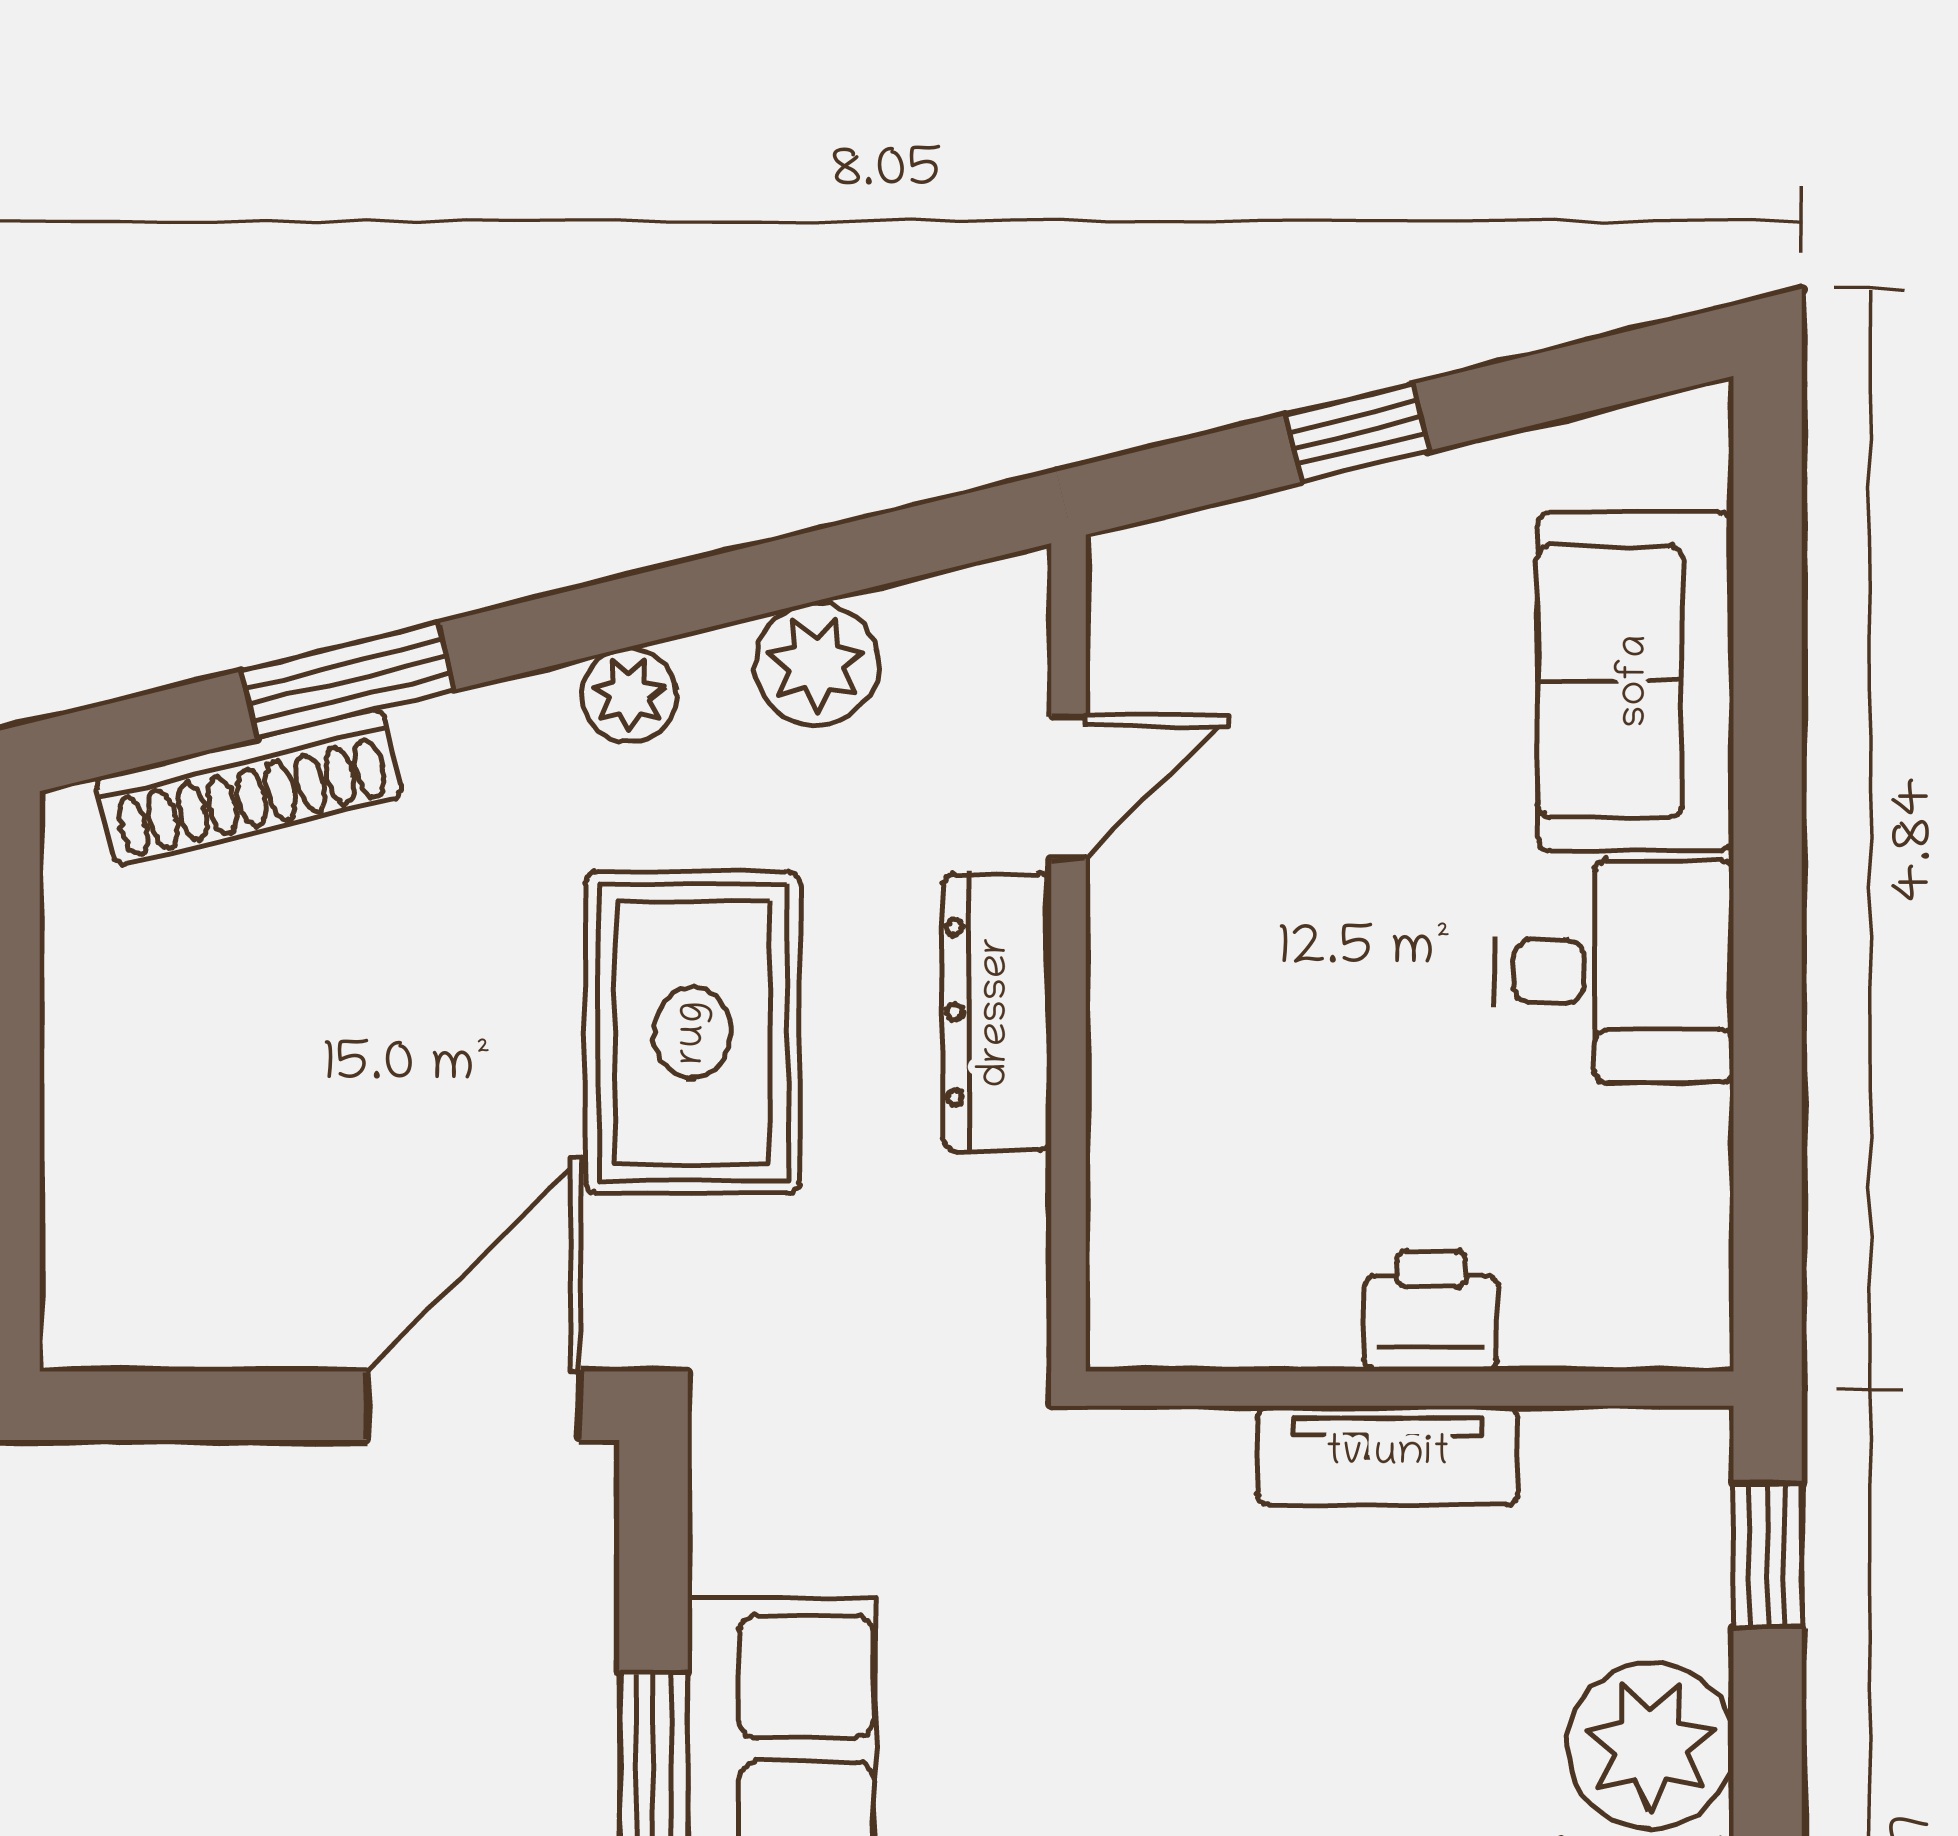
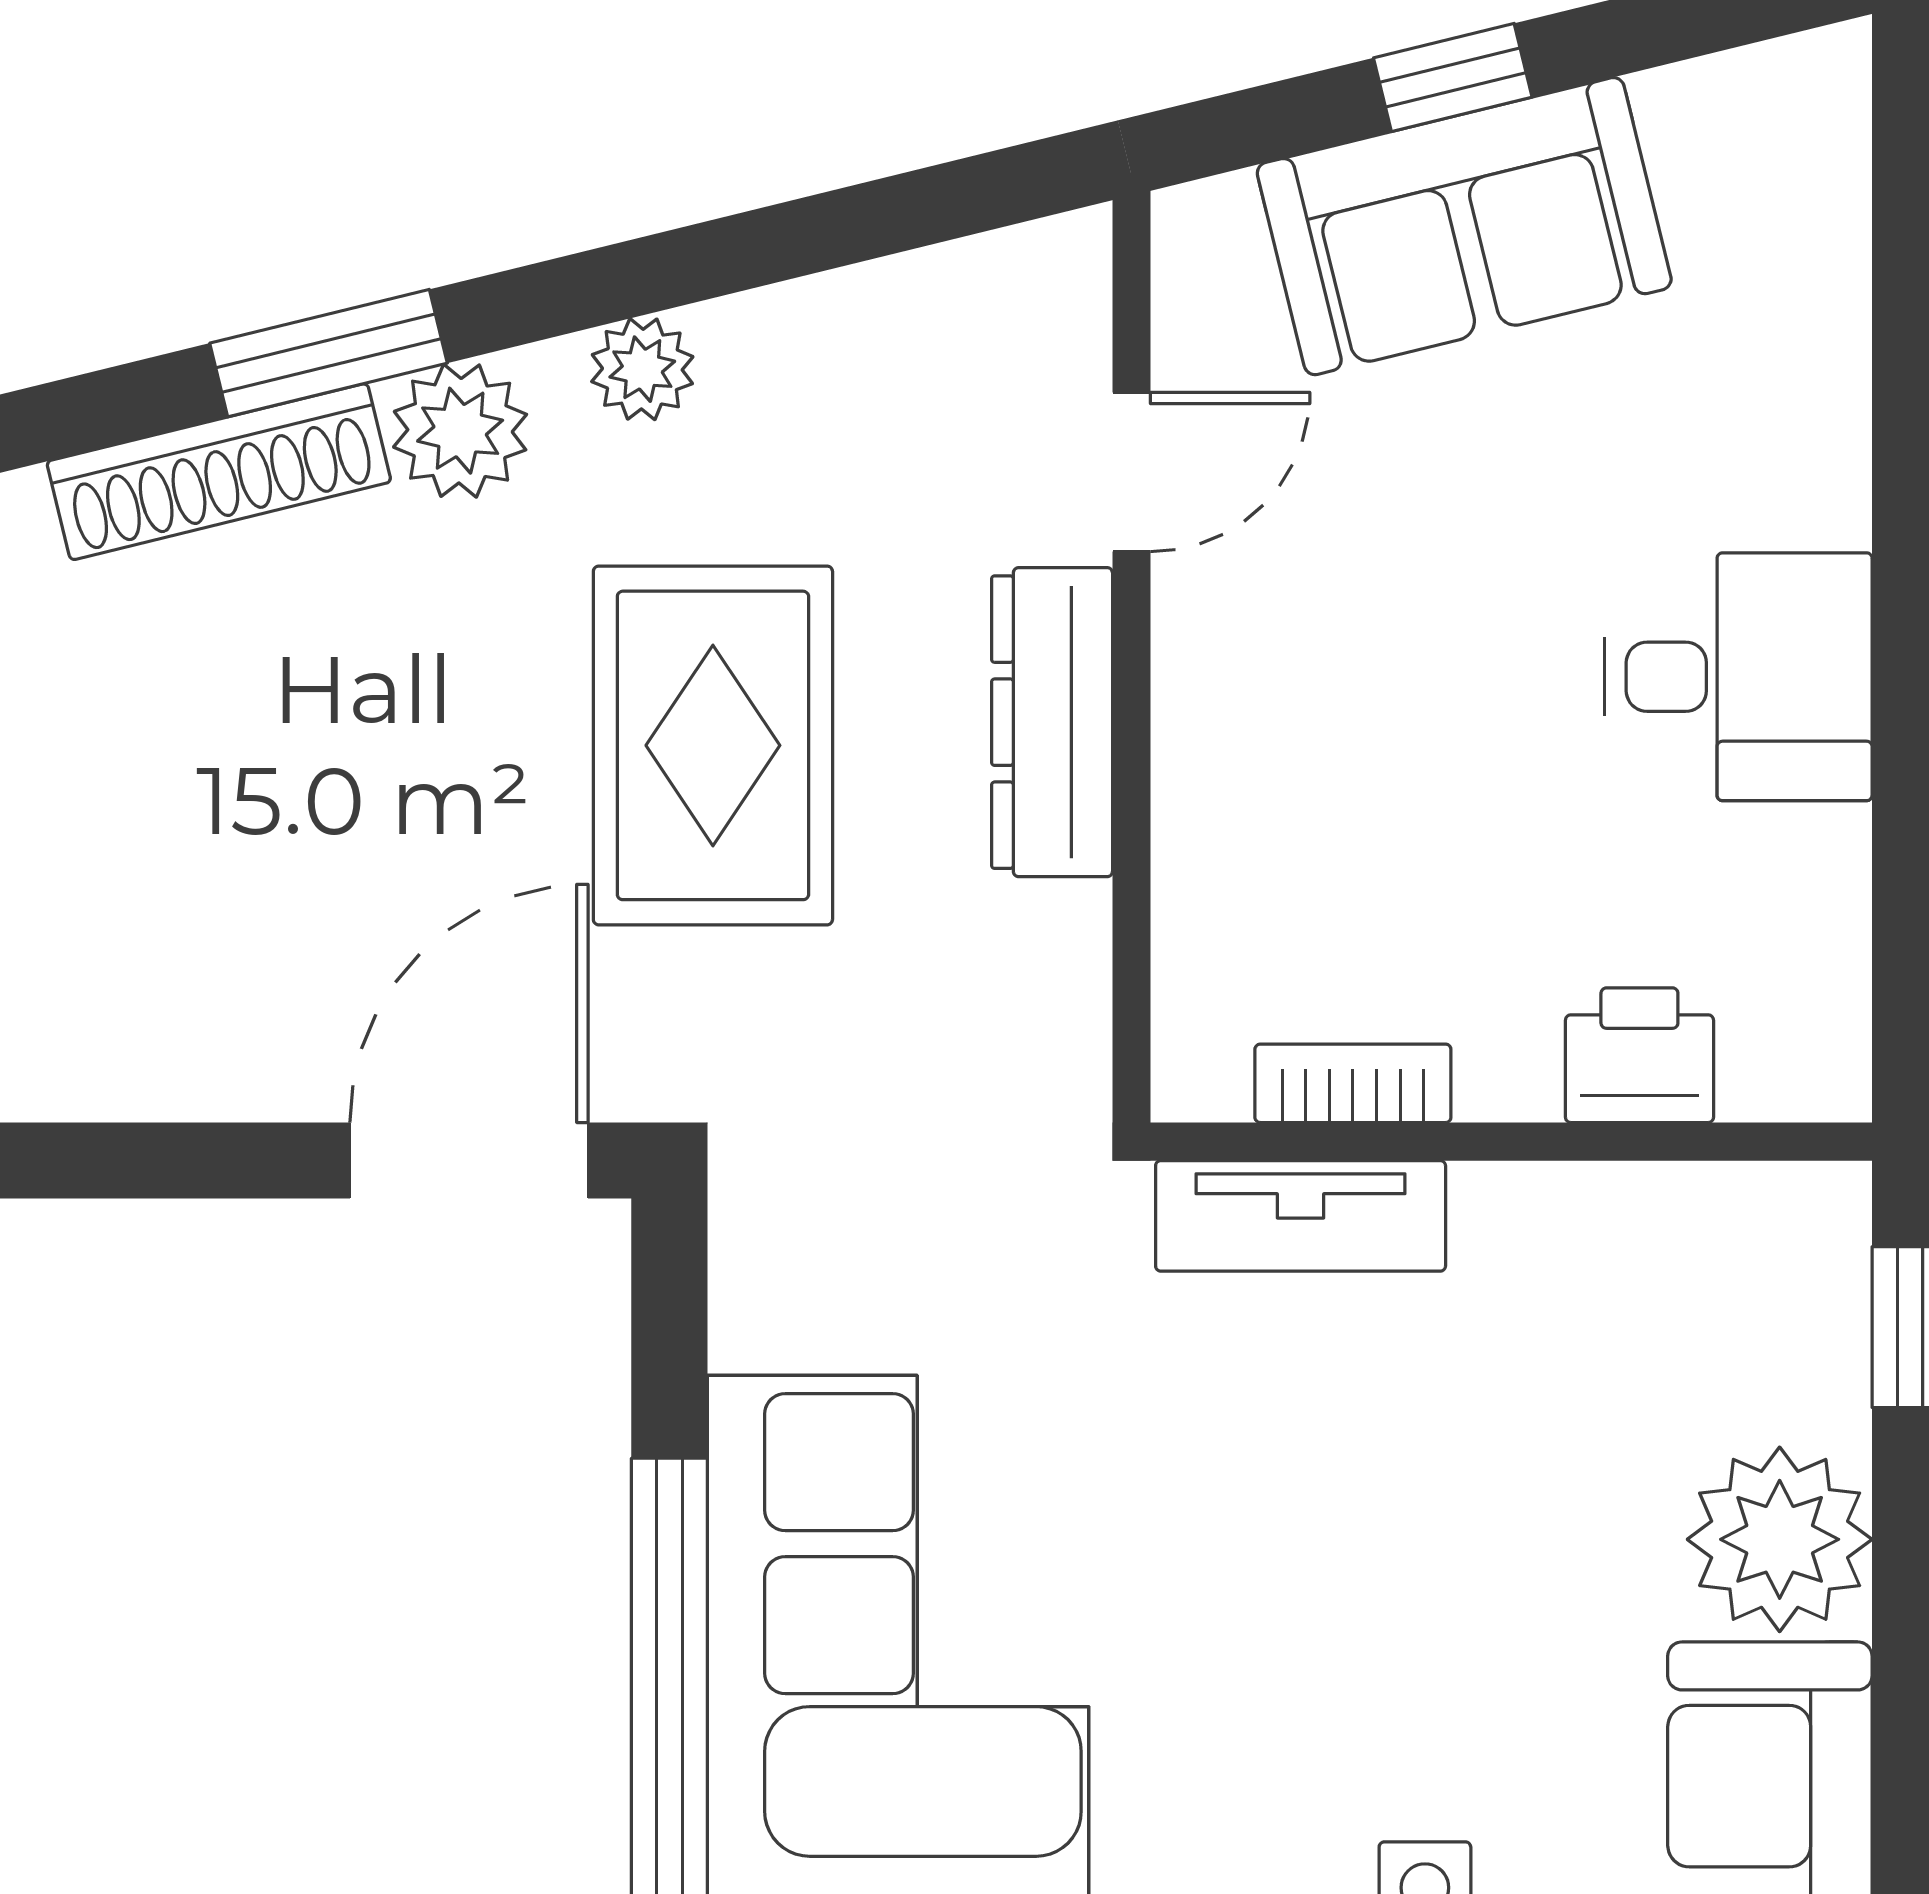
plant: (816, 664) -> (460, 431), moved
sofa: (1636, 681) -> (1464, 226), moved, turned -104
printer: (1431, 1311) -> (1639, 1055), moved
bookcase: (1267, 1336) -> (1353, 1083), added
tv unit: (1388, 1455) -> (1301, 1216), moved

